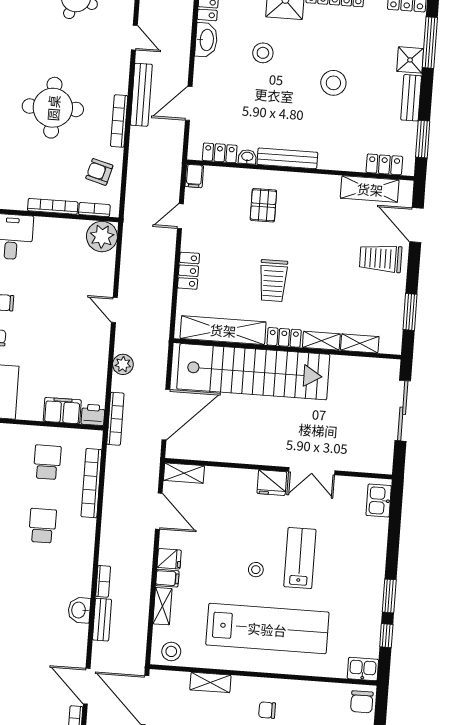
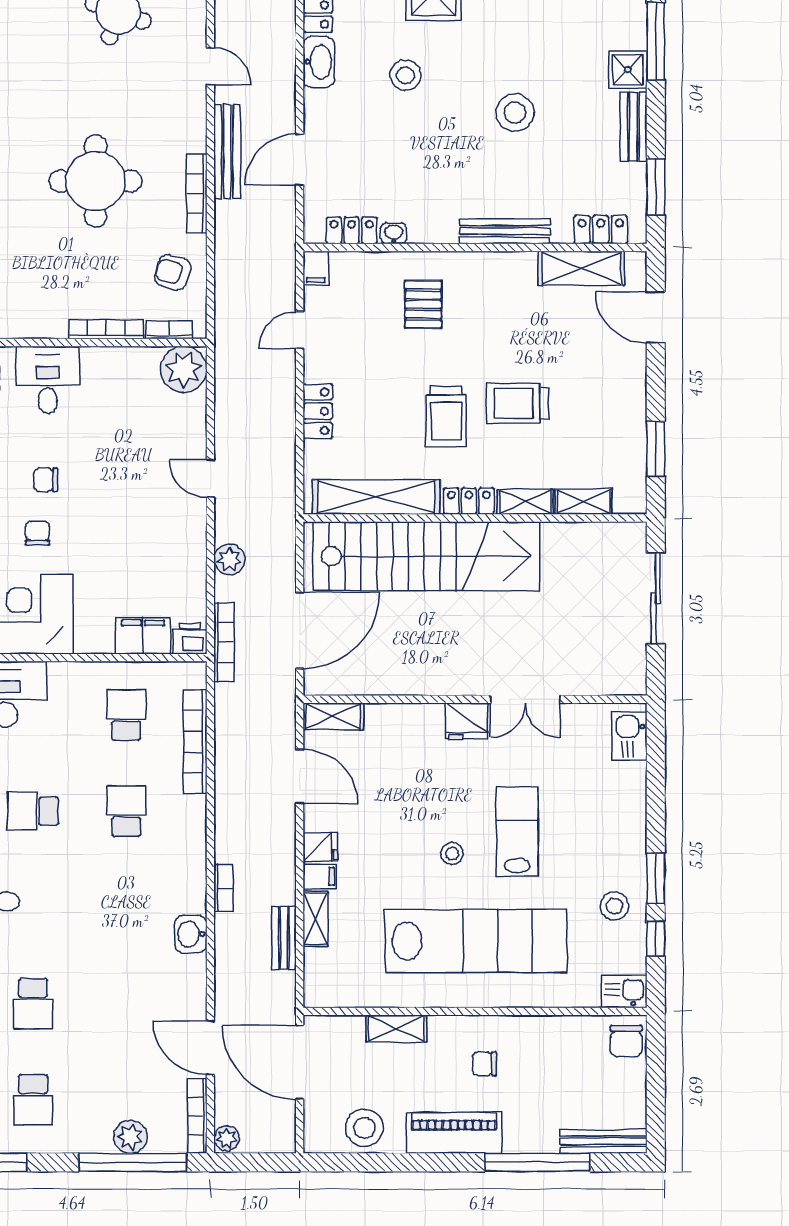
bench: (287, 158) -> (505, 231), moved
trolley: (381, 258) -> (518, 403), moved
bench: (102, 620) -> (284, 938), moved
stool: (171, 651) -> (614, 906), moved

